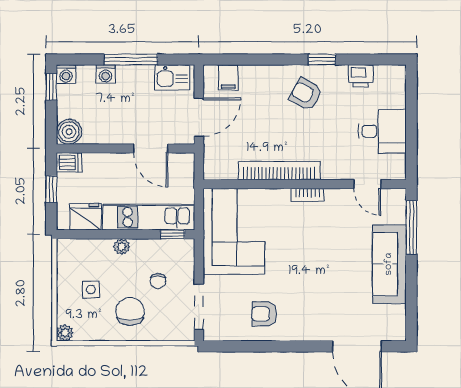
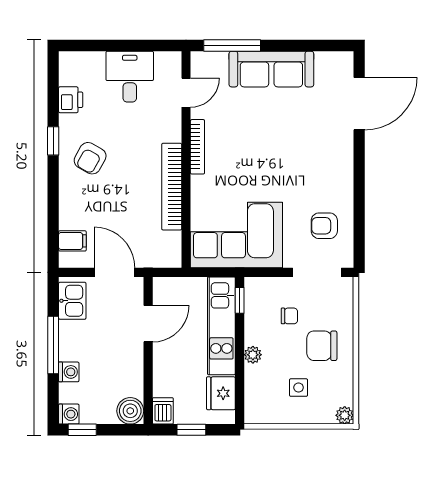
bookcase: (307, 195) -> (197, 147), width x1.56
armchair: (264, 314) -> (324, 226), moved, turned 90

